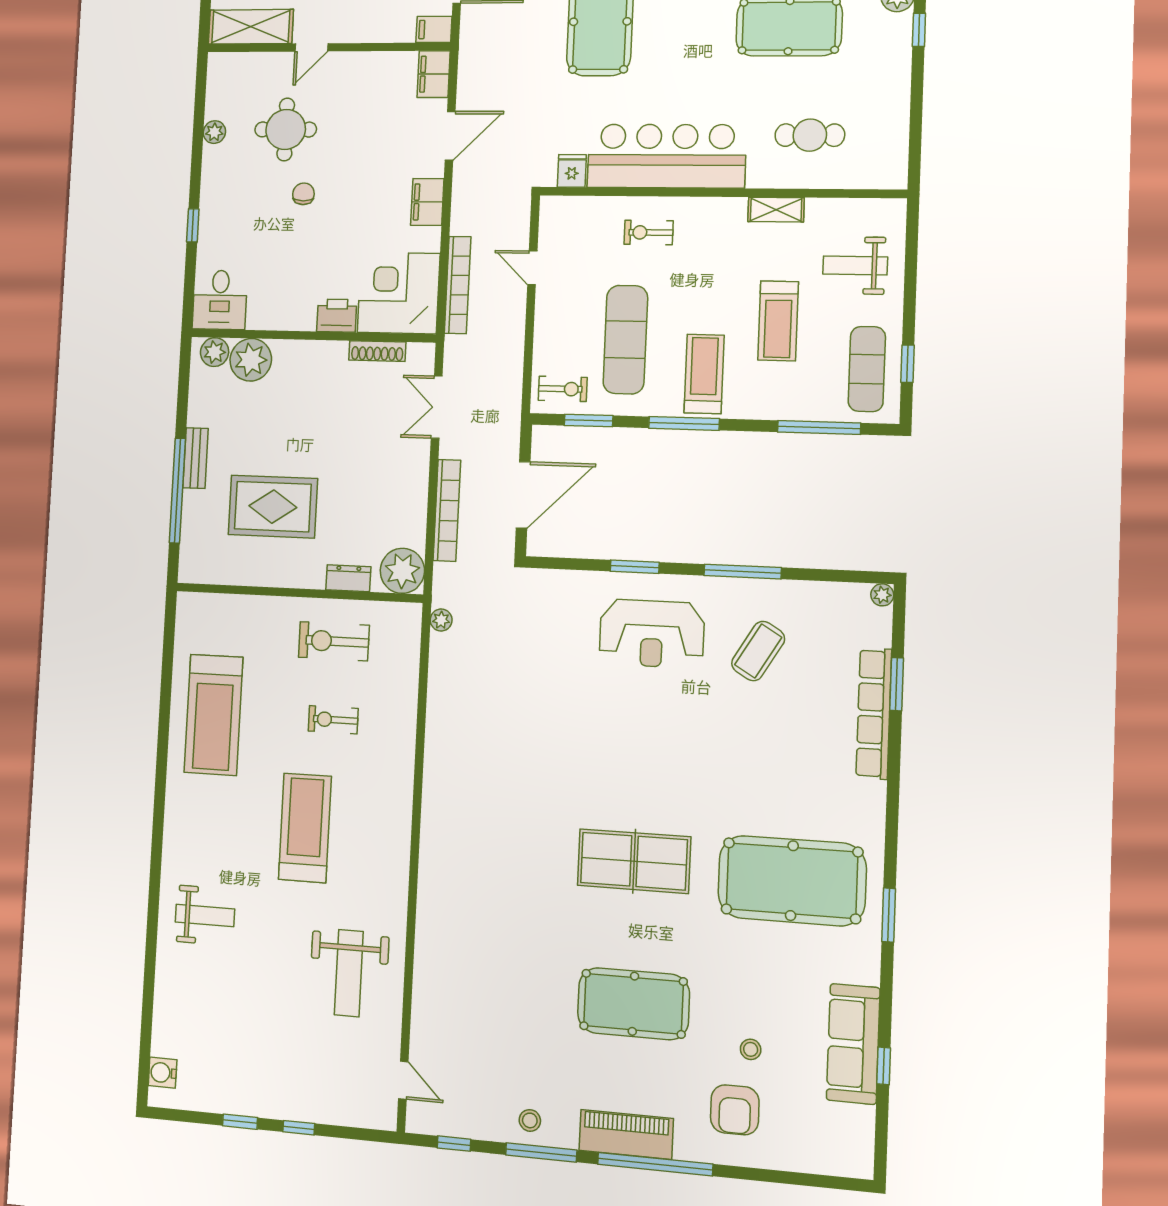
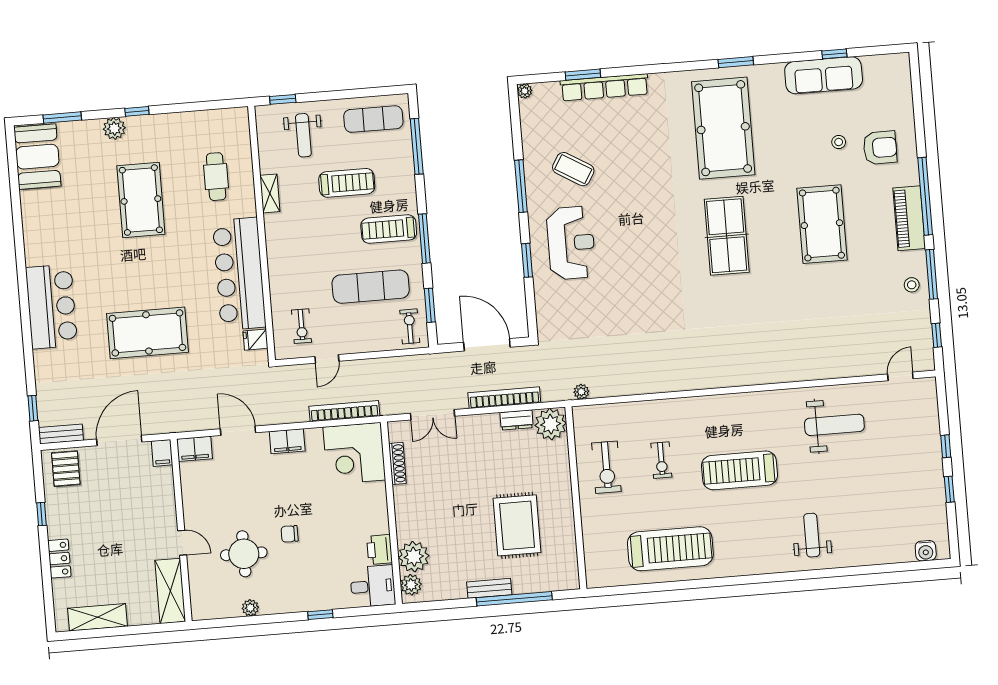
exercise bike: (649, 232) -> (302, 326), moved
printer: (337, 316) -> (380, 550), moved
window: (908, 364) -> (283, 99), moved
dresser: (348, 578) -> (517, 420), moved, turned -90

